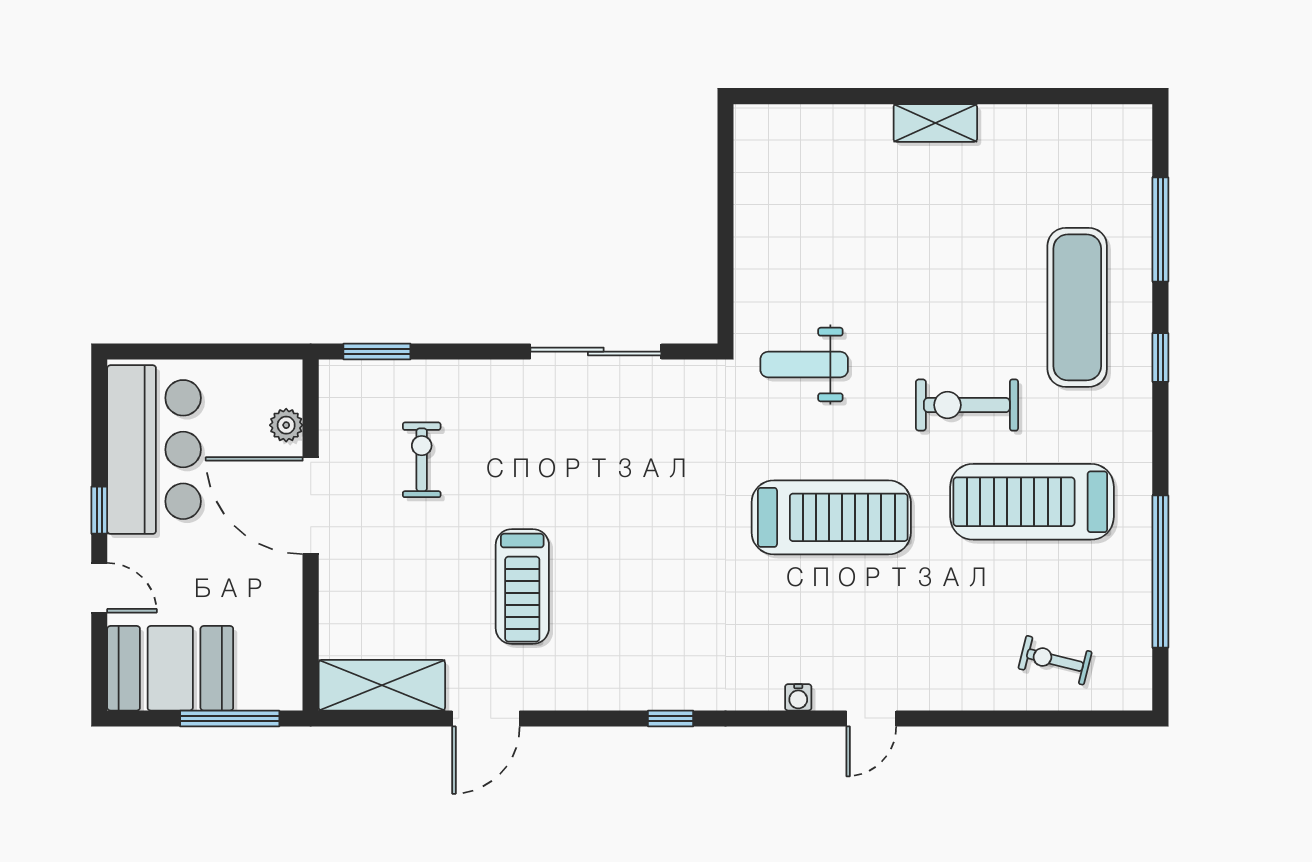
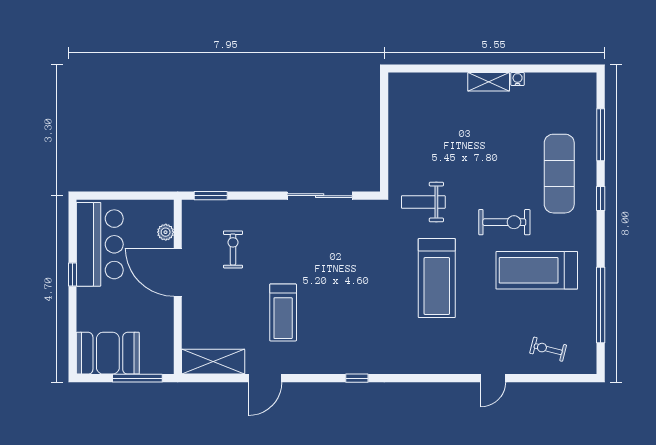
exercise bike: (967, 405) -> (504, 222), turned 180
treadmill: (831, 517) -> (437, 278), turned 90
door: (99, 588) -> (73, 313), removed
water cooler: (798, 697) -> (518, 79), moved, turned 180
door: (871, 718) -> (493, 378), moved

